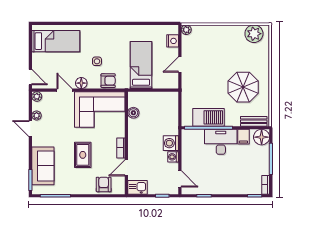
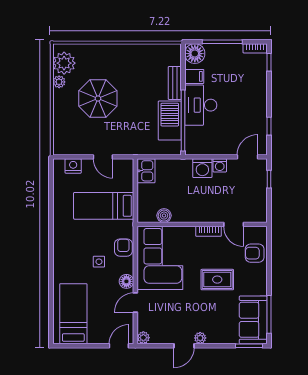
plant: (186, 30) -> (59, 82), moved
parasol: (243, 87) -> (98, 99), moved
plant: (37, 115) -> (200, 338), moved
bench: (254, 121) -> (175, 83), moved
sofa: (43, 166) -> (253, 320), moved, turned -90
kitchen sink: (137, 187) -> (146, 171), moved, turned 180

